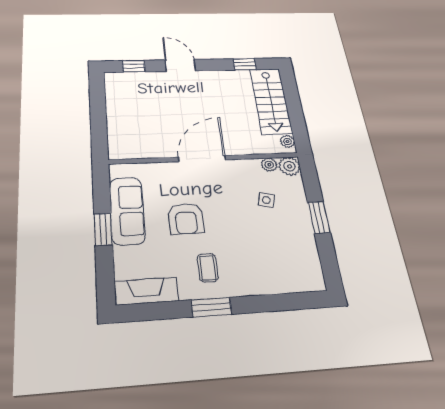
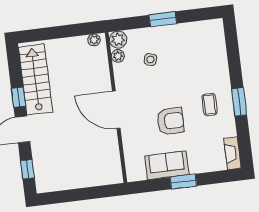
window: (245, 64) -> (18, 97), moved
stairs: (271, 101) -> (35, 80), moved, turned -90
sofa: (127, 211) -> (167, 165), width x0.73
coffee table: (208, 268) -> (209, 105), turned 90
fireplace: (146, 291) -> (232, 153), width x0.73, depth x0.76

